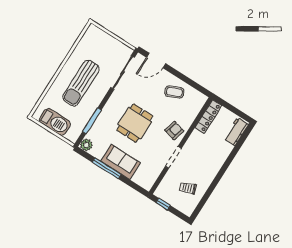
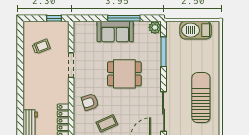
sun lounger: (81, 83) -> (201, 98), moved
dining table: (135, 123) -> (124, 74), turned 90
armchair: (174, 131) -> (90, 102), moved, turned 57

